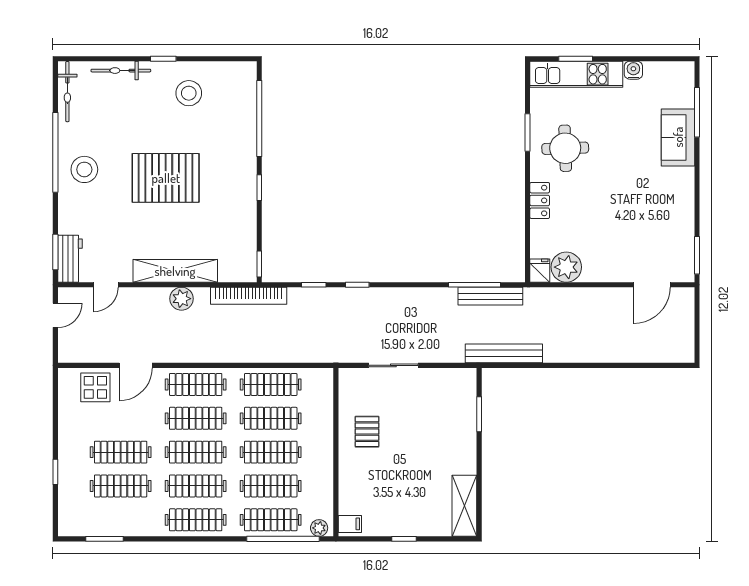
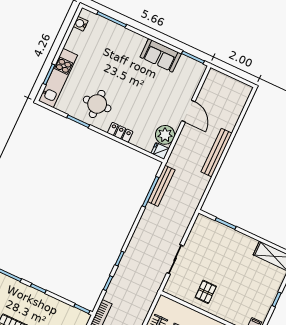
water cooler: (633, 70) -> (80, 24), moved
sofa: (678, 137) -> (161, 55), moved
door: (652, 285) -> (188, 111), moved
bench: (504, 353) -> (217, 153), moved
pallet: (367, 432) -> (206, 292), turned 90

